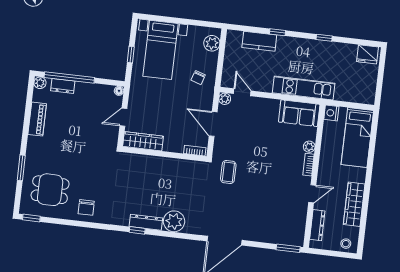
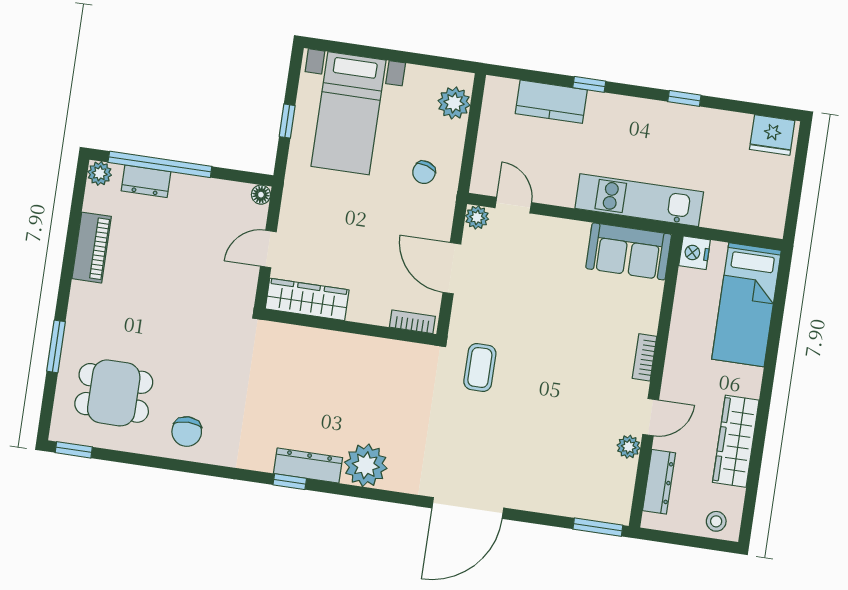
plant: (309, 147) -> (629, 447), moved

